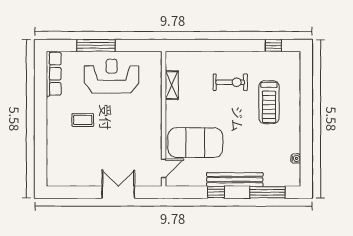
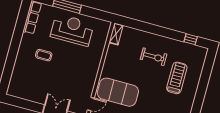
shelving: (172, 85) -> (116, 34), moved
treadmill: (269, 102) -> (177, 78), turned 180

